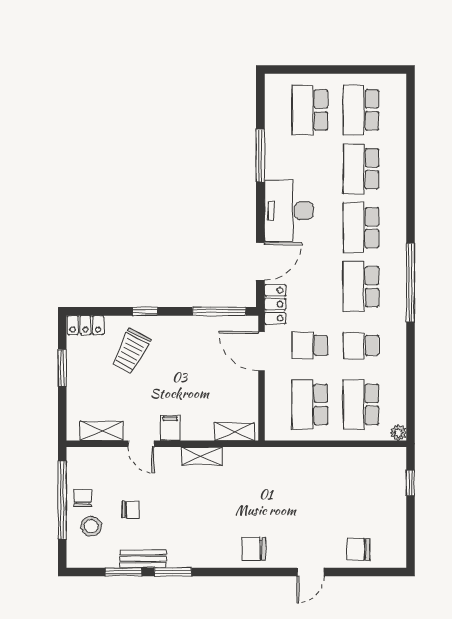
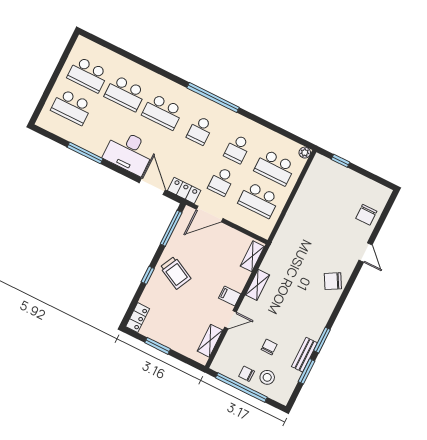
school desk: (361, 287) -> (200, 130), width x0.54
trolley: (131, 351) -> (175, 273), moved
chair: (254, 549) -> (333, 281), turned 61

